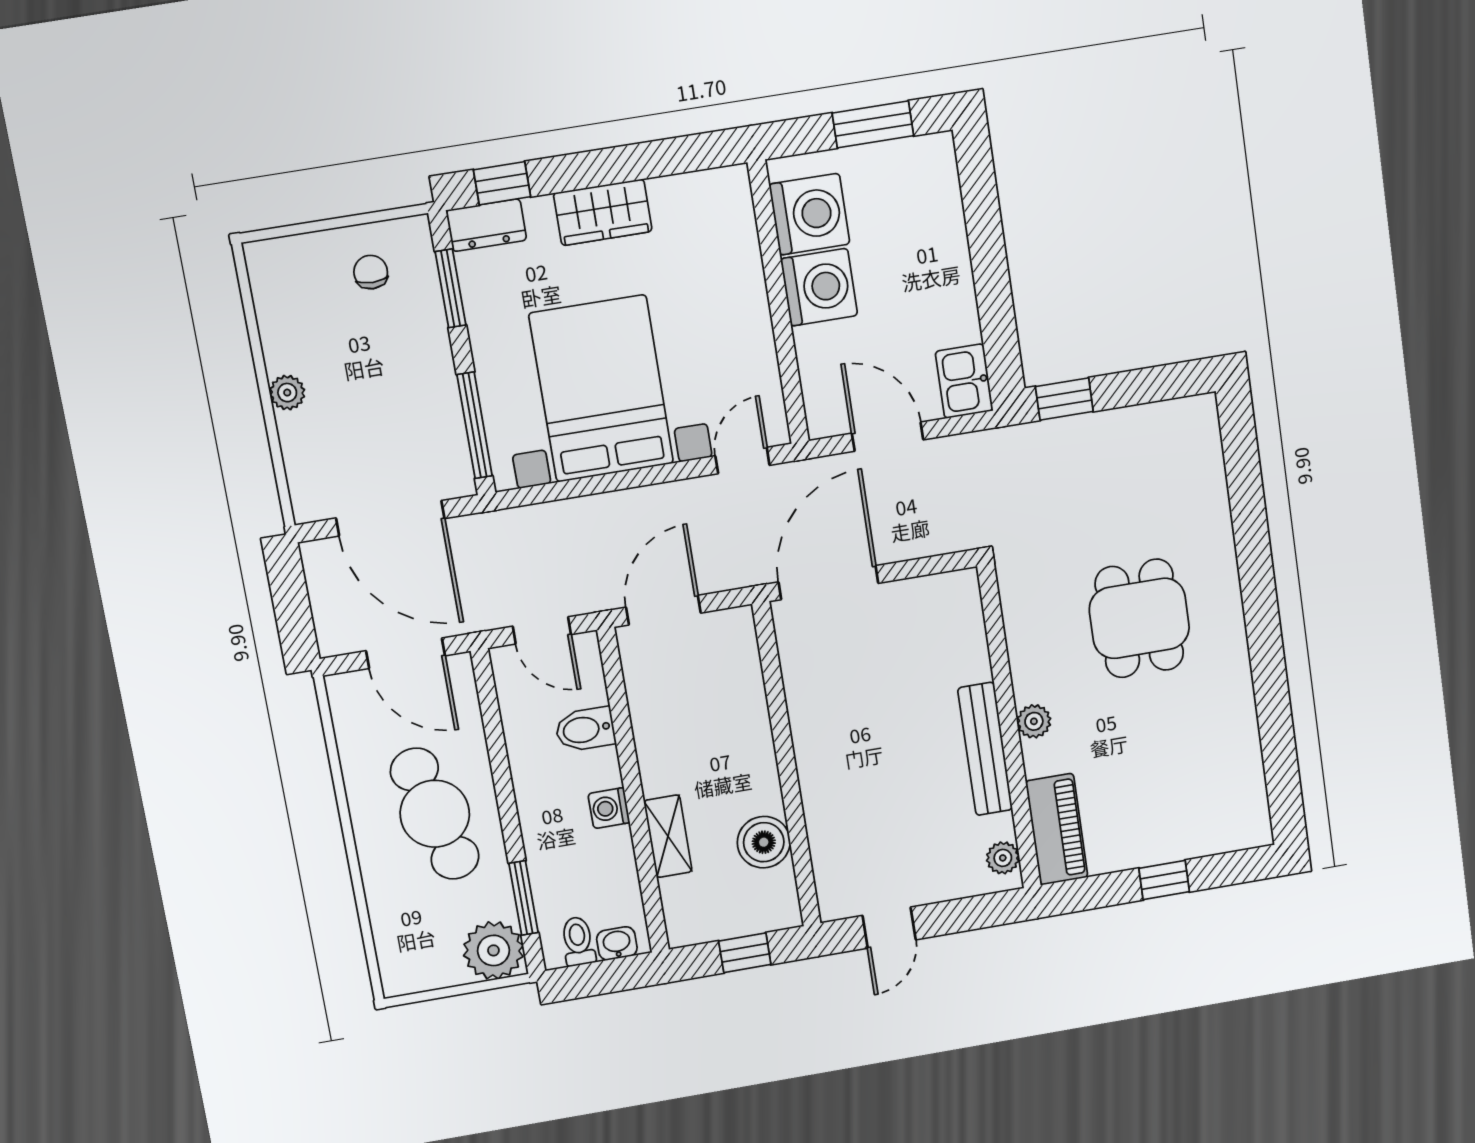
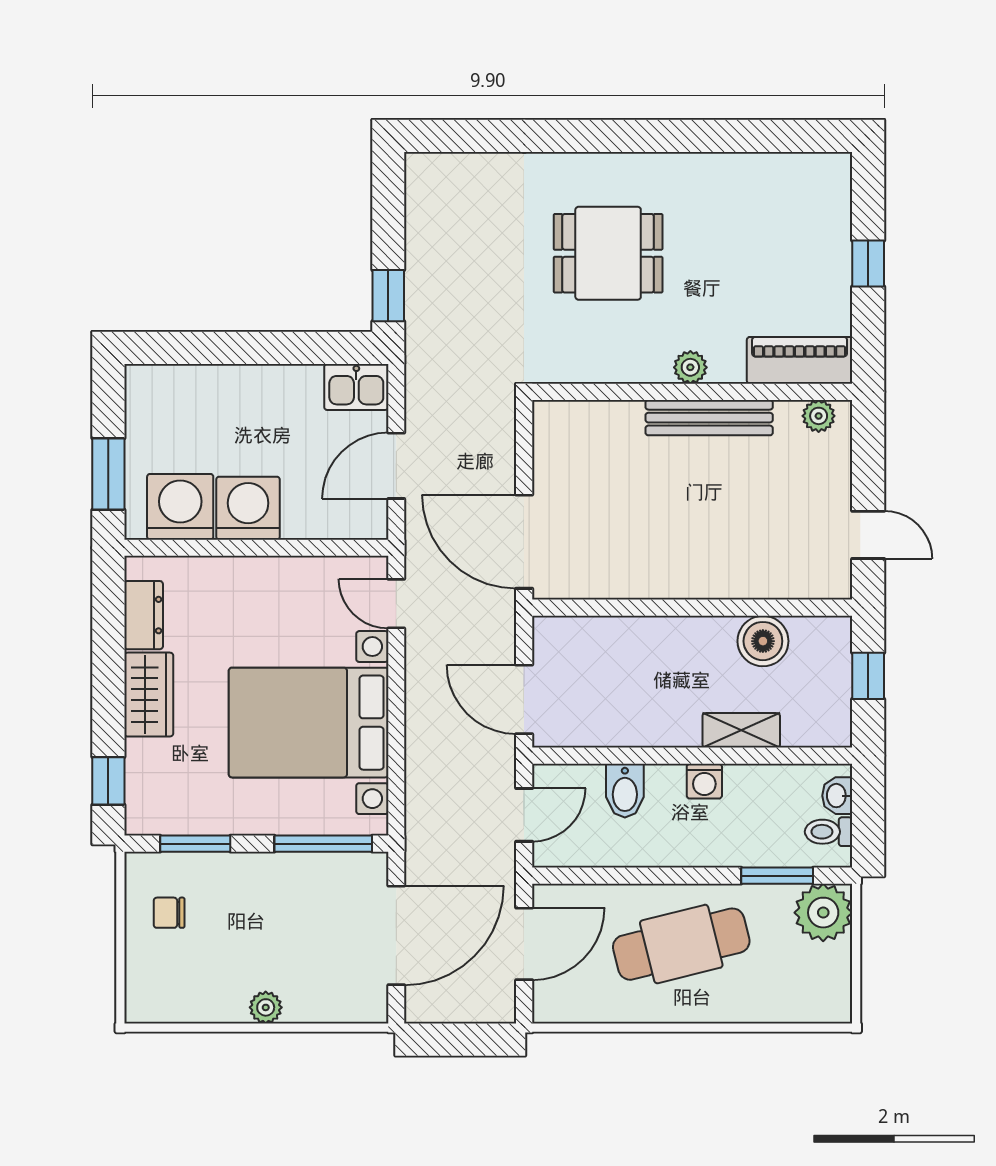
window: (873, 124) -> (108, 474), moved
dresser: (486, 225) -> (144, 615), moved

